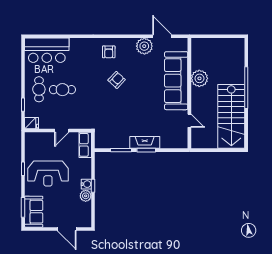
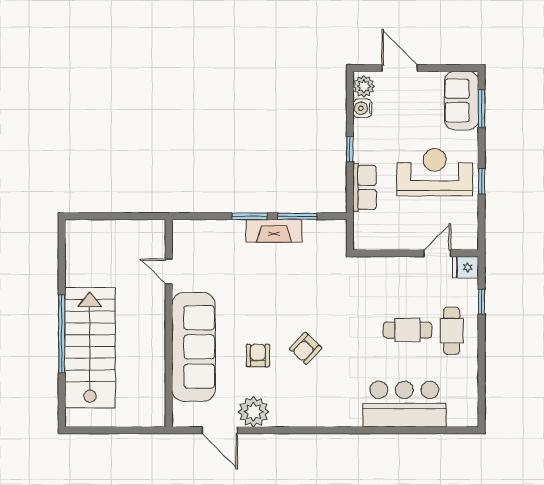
bar counter: (47, 50) -> (404, 404), moved
armchair: (109, 52) -> (258, 355), moved
plant: (199, 78) -> (150, 351), removed
stairs: (231, 116) -> (90, 348), moved
door: (62, 130) -> (437, 253), moved
fireplace: (145, 142) -> (274, 231), moved
row of seats: (85, 145) -> (364, 187), moved
water cooler: (86, 184) -> (362, 108), moved
plant: (86, 196) -> (364, 86), moved

